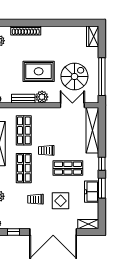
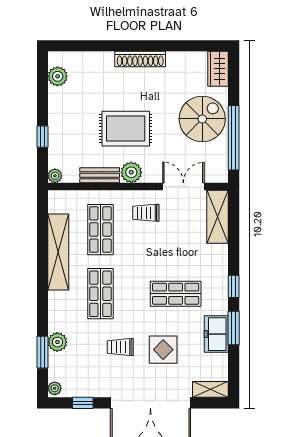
shoe rack: (26, 31) -> (140, 59), moved
spiral stairs: (74, 76) -> (202, 119), moved
shelving: (92, 130) -> (218, 217), width x0.68
trolley: (46, 150) -> (146, 213), moved

